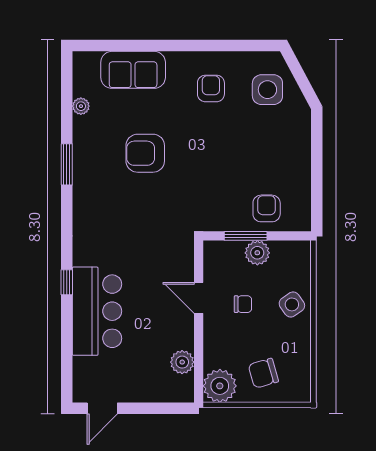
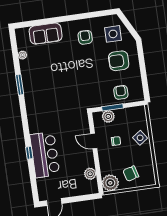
armchair: (145, 153) -> (119, 61), moved
plant: (257, 253) -> (108, 116), moved
window: (67, 282) -> (29, 153), moved

